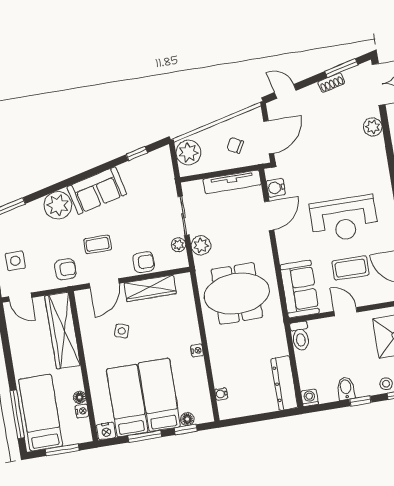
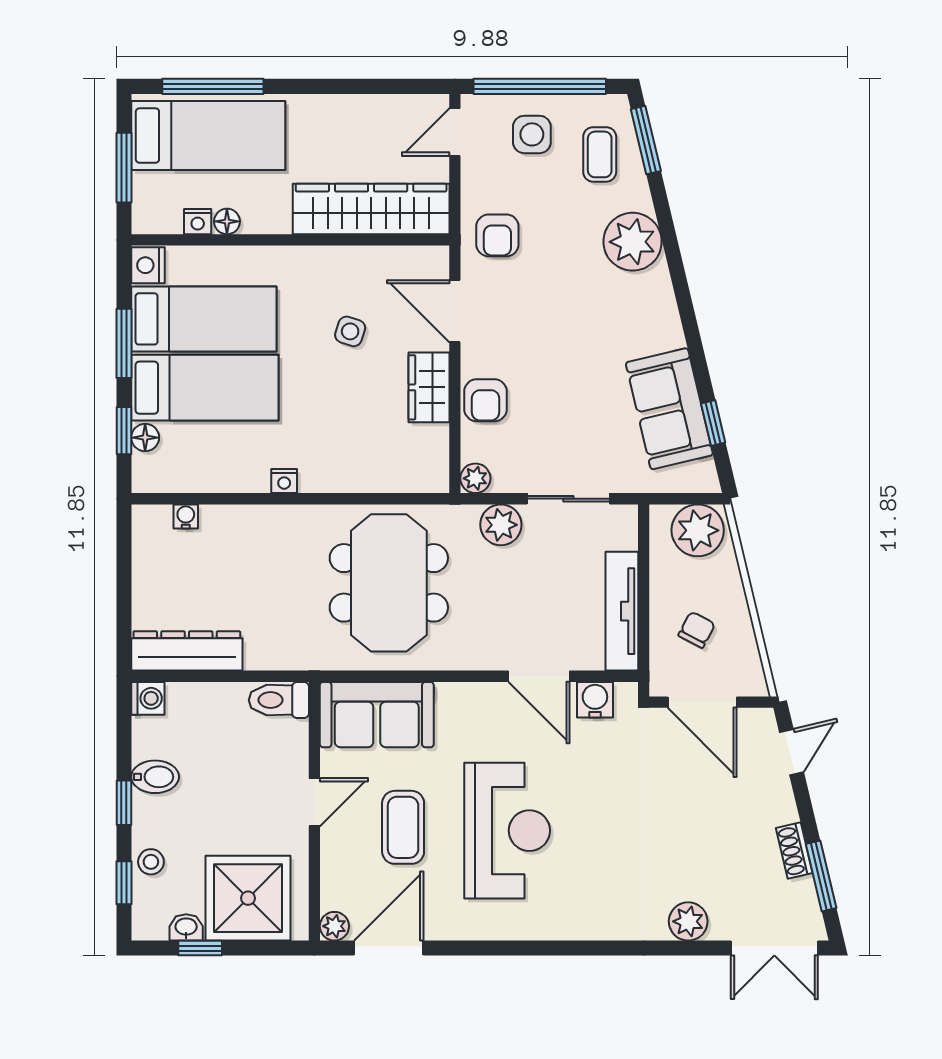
sofa: (97, 191) -> (669, 409), moved
reception desk: (344, 219) -> (507, 831), turned 180
coffee table: (98, 244) -> (600, 154), moved
plant: (178, 245) -> (475, 478), moved
wardrobe: (150, 288) -> (429, 387), width x0.67

